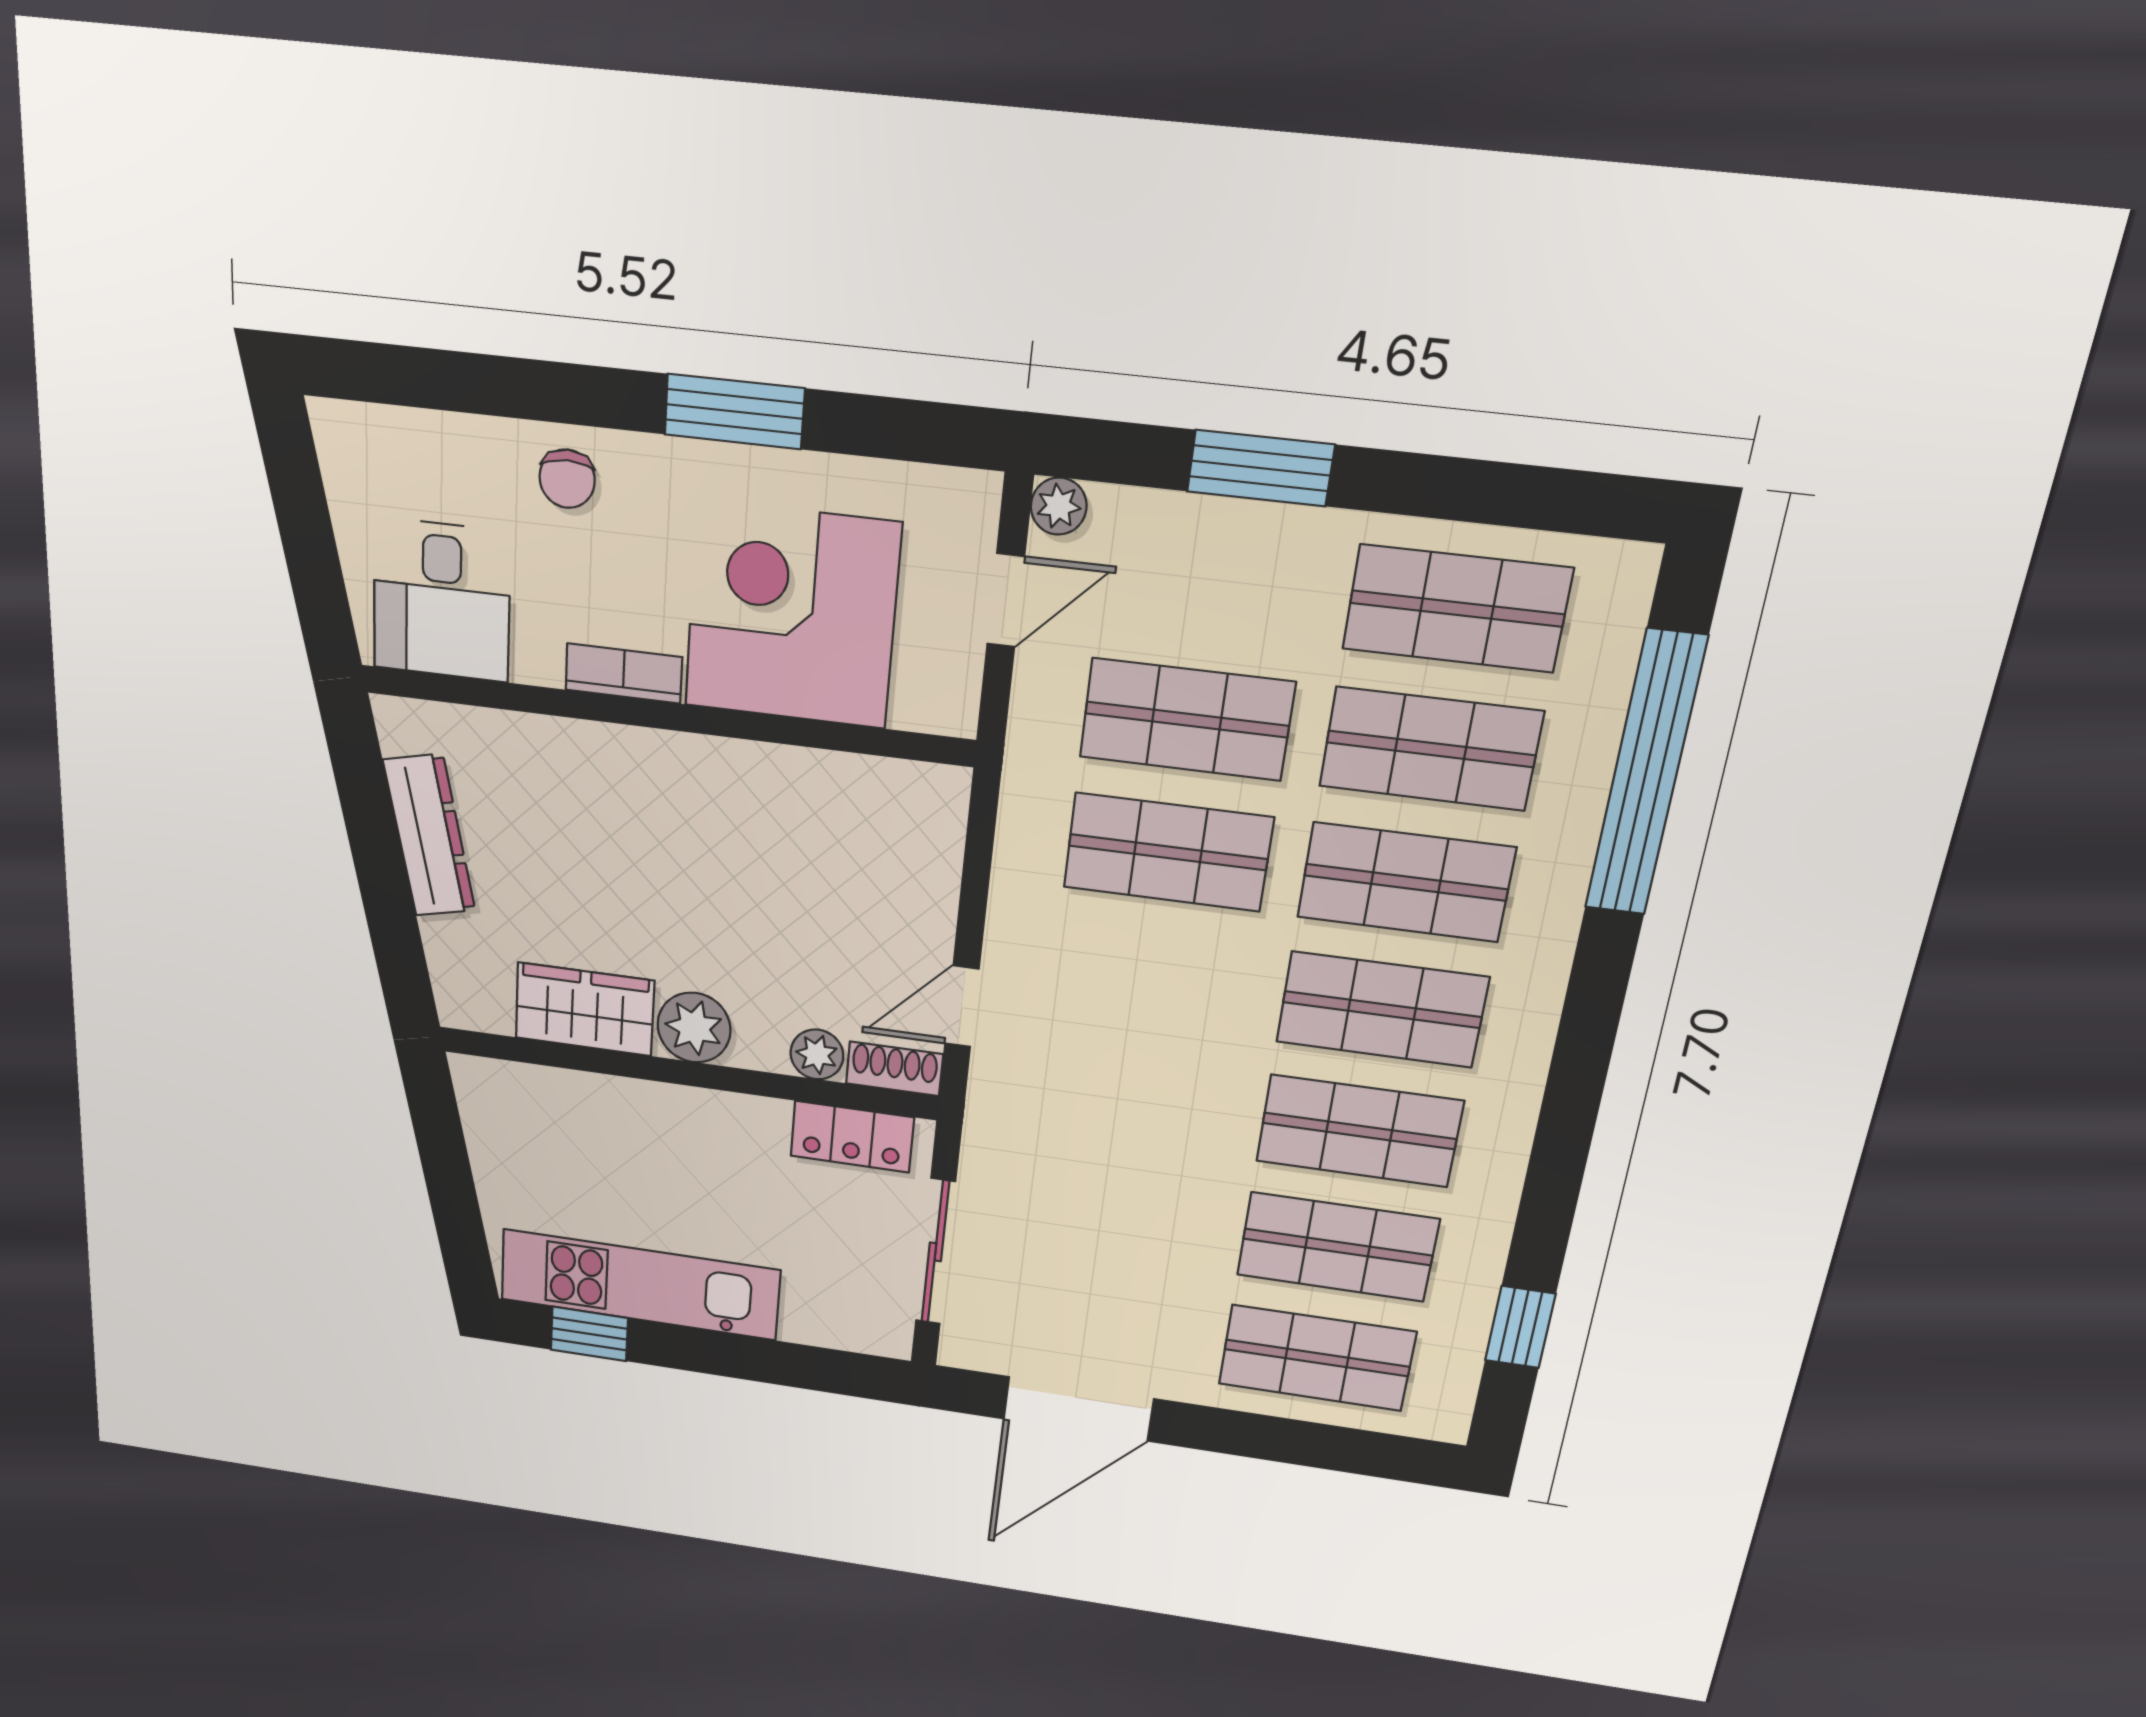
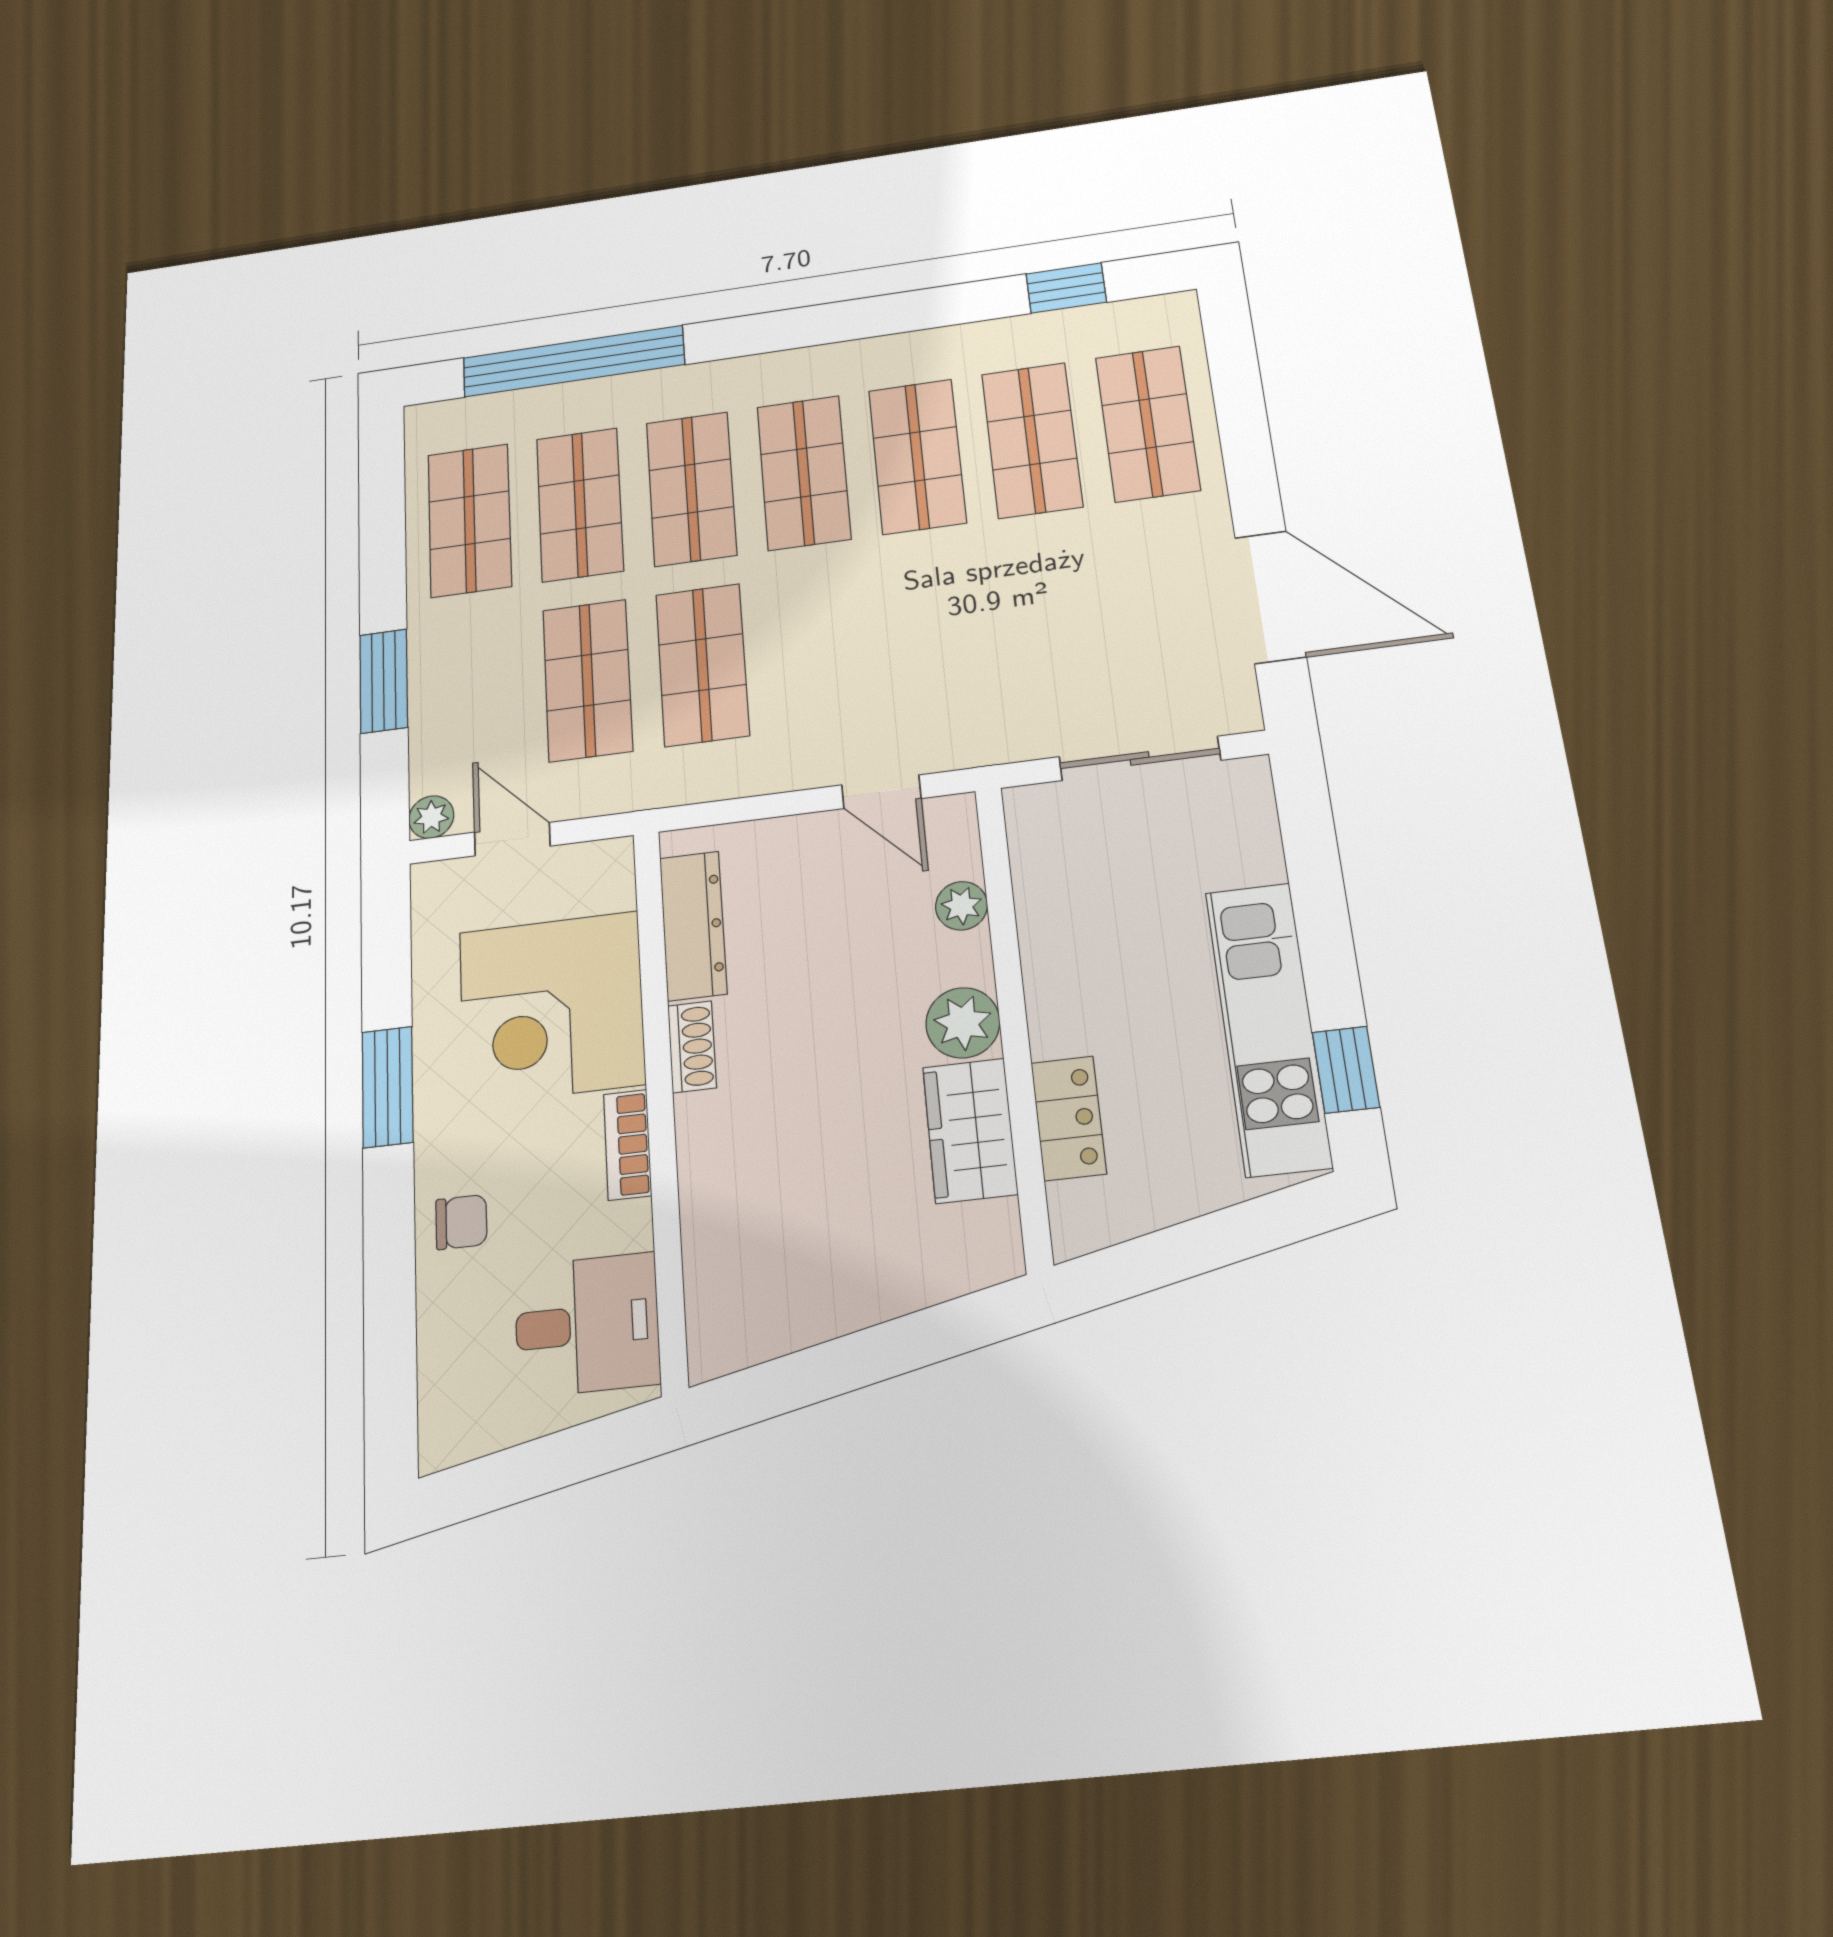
dresser: (429, 836) -> (693, 926), moved, turned 103
shoe rack: (894, 1069) -> (692, 1047), moved, turned 180
locker: (852, 1137) -> (1069, 1118), moved

